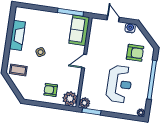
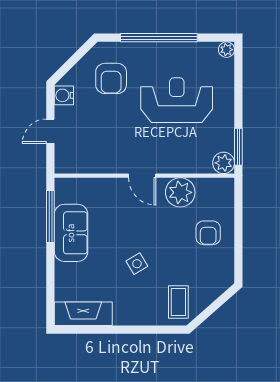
sofa: (79, 30) -> (71, 233), moved, turned -90
fireplace: (17, 35) -> (83, 314), moved
armchair: (135, 53) -> (111, 78), turned 180
plant: (70, 99) -> (180, 192), moved

